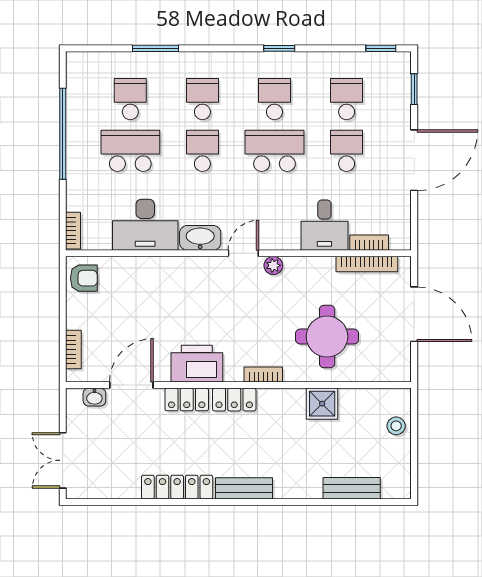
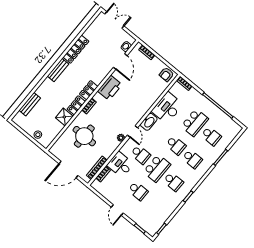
school desk: (347, 99) -> (140, 155), moved
door: (414, 160) -> (117, 210), width x0.53
locker: (187, 399) -> (76, 105), moved

